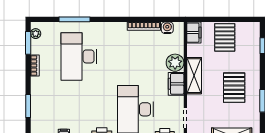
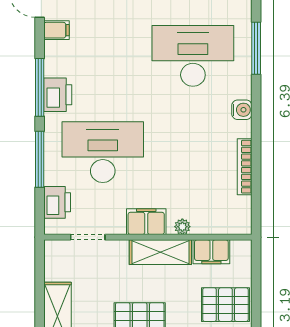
water cooler: (167, 28) -> (242, 110), moved
filing cabinet: (194, 33) -> (211, 252), moved
plant: (175, 63) -> (182, 227), width x0.53, depth x0.53

